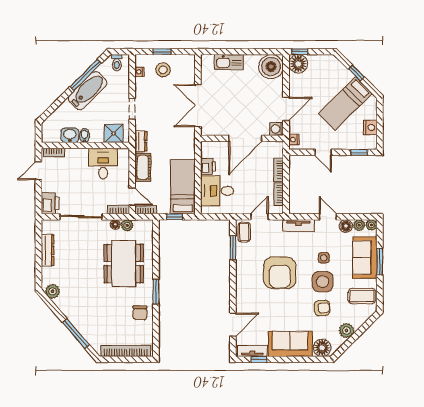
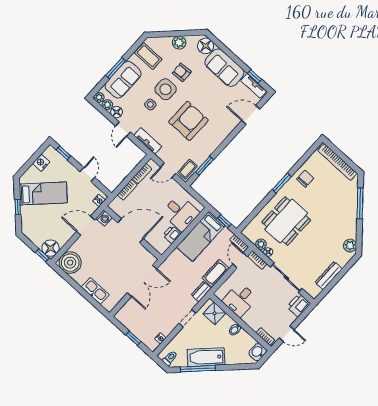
stool: (163, 70) -> (144, 326), removed
washbasin: (70, 135) -> (258, 352), moved, turned 90

